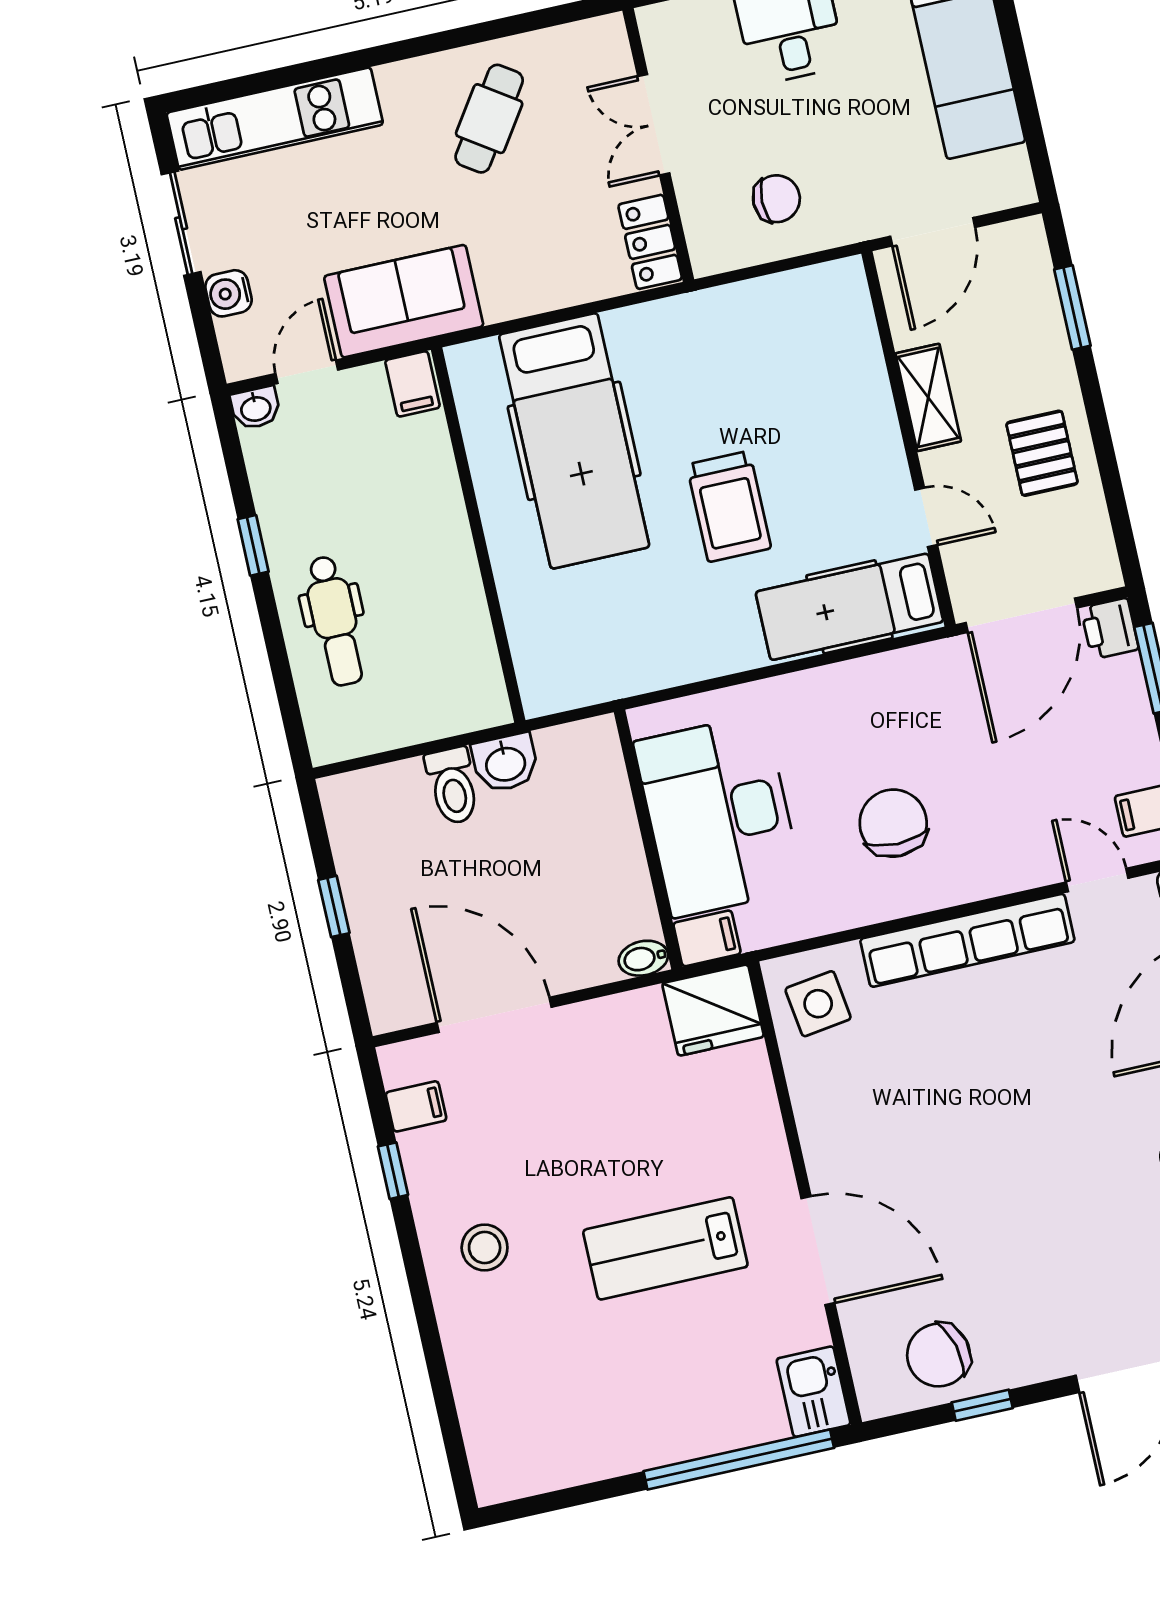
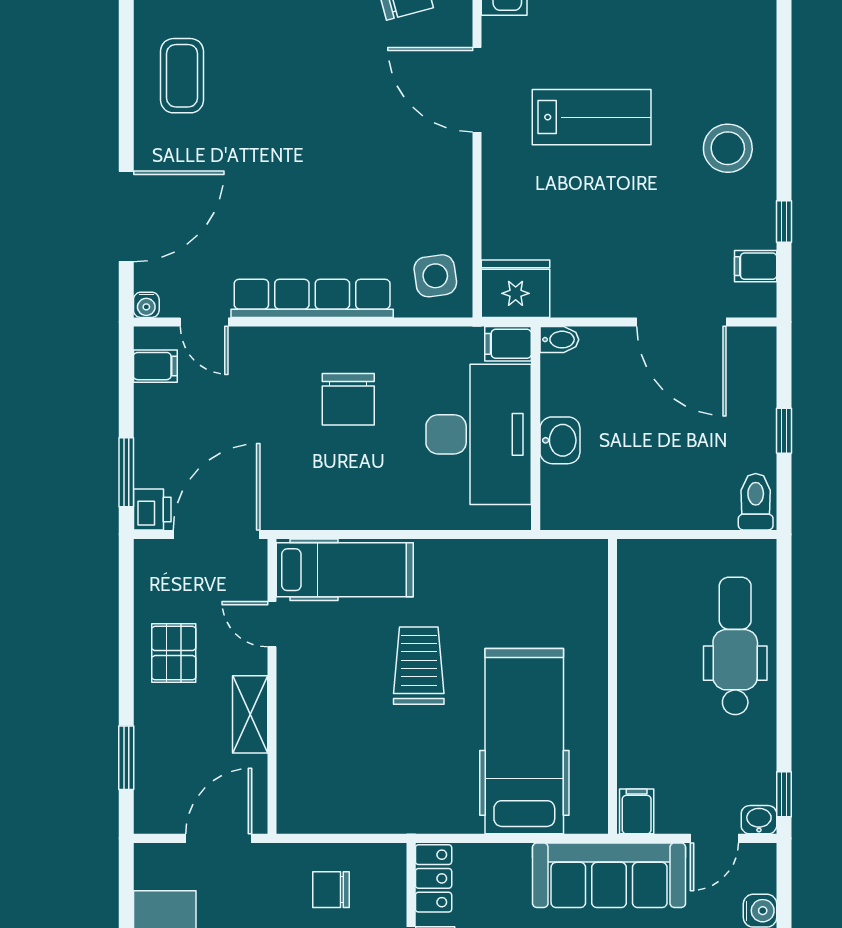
sofa: (404, 301) -> (609, 875), width x1.36
window: (253, 545) -> (784, 794), moved
dental chair: (335, 621) -> (735, 646), width x1.36, depth x1.38
washbasin: (505, 763) -> (560, 440), moved, turned 90
toilet: (453, 786) -> (756, 502), moved
stool: (485, 1247) -> (728, 148), width x1.38, depth x1.38

